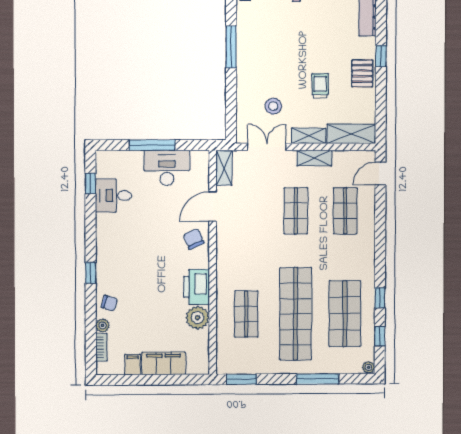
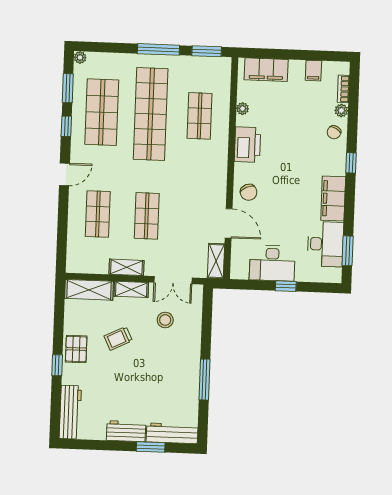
trolley: (320, 86) -> (118, 338), turned 64
window: (152, 145) -> (286, 286), width x0.46
door: (380, 174) -> (64, 174), moved
window: (90, 183) -> (348, 251), width x1.50
desk: (113, 196) -> (325, 244), width x1.37
door: (213, 207) -> (229, 223), hinge flipped
filing cabinet: (107, 236) -> (333, 199), added
chair: (109, 303) -> (334, 132), turned -78
plant: (197, 318) -> (243, 109), width x0.53, depth x0.53
window: (380, 336) -> (68, 88), width x1.50
filing cabinet: (164, 363) -> (266, 70), moved
window: (317, 379) -> (158, 49), moved

